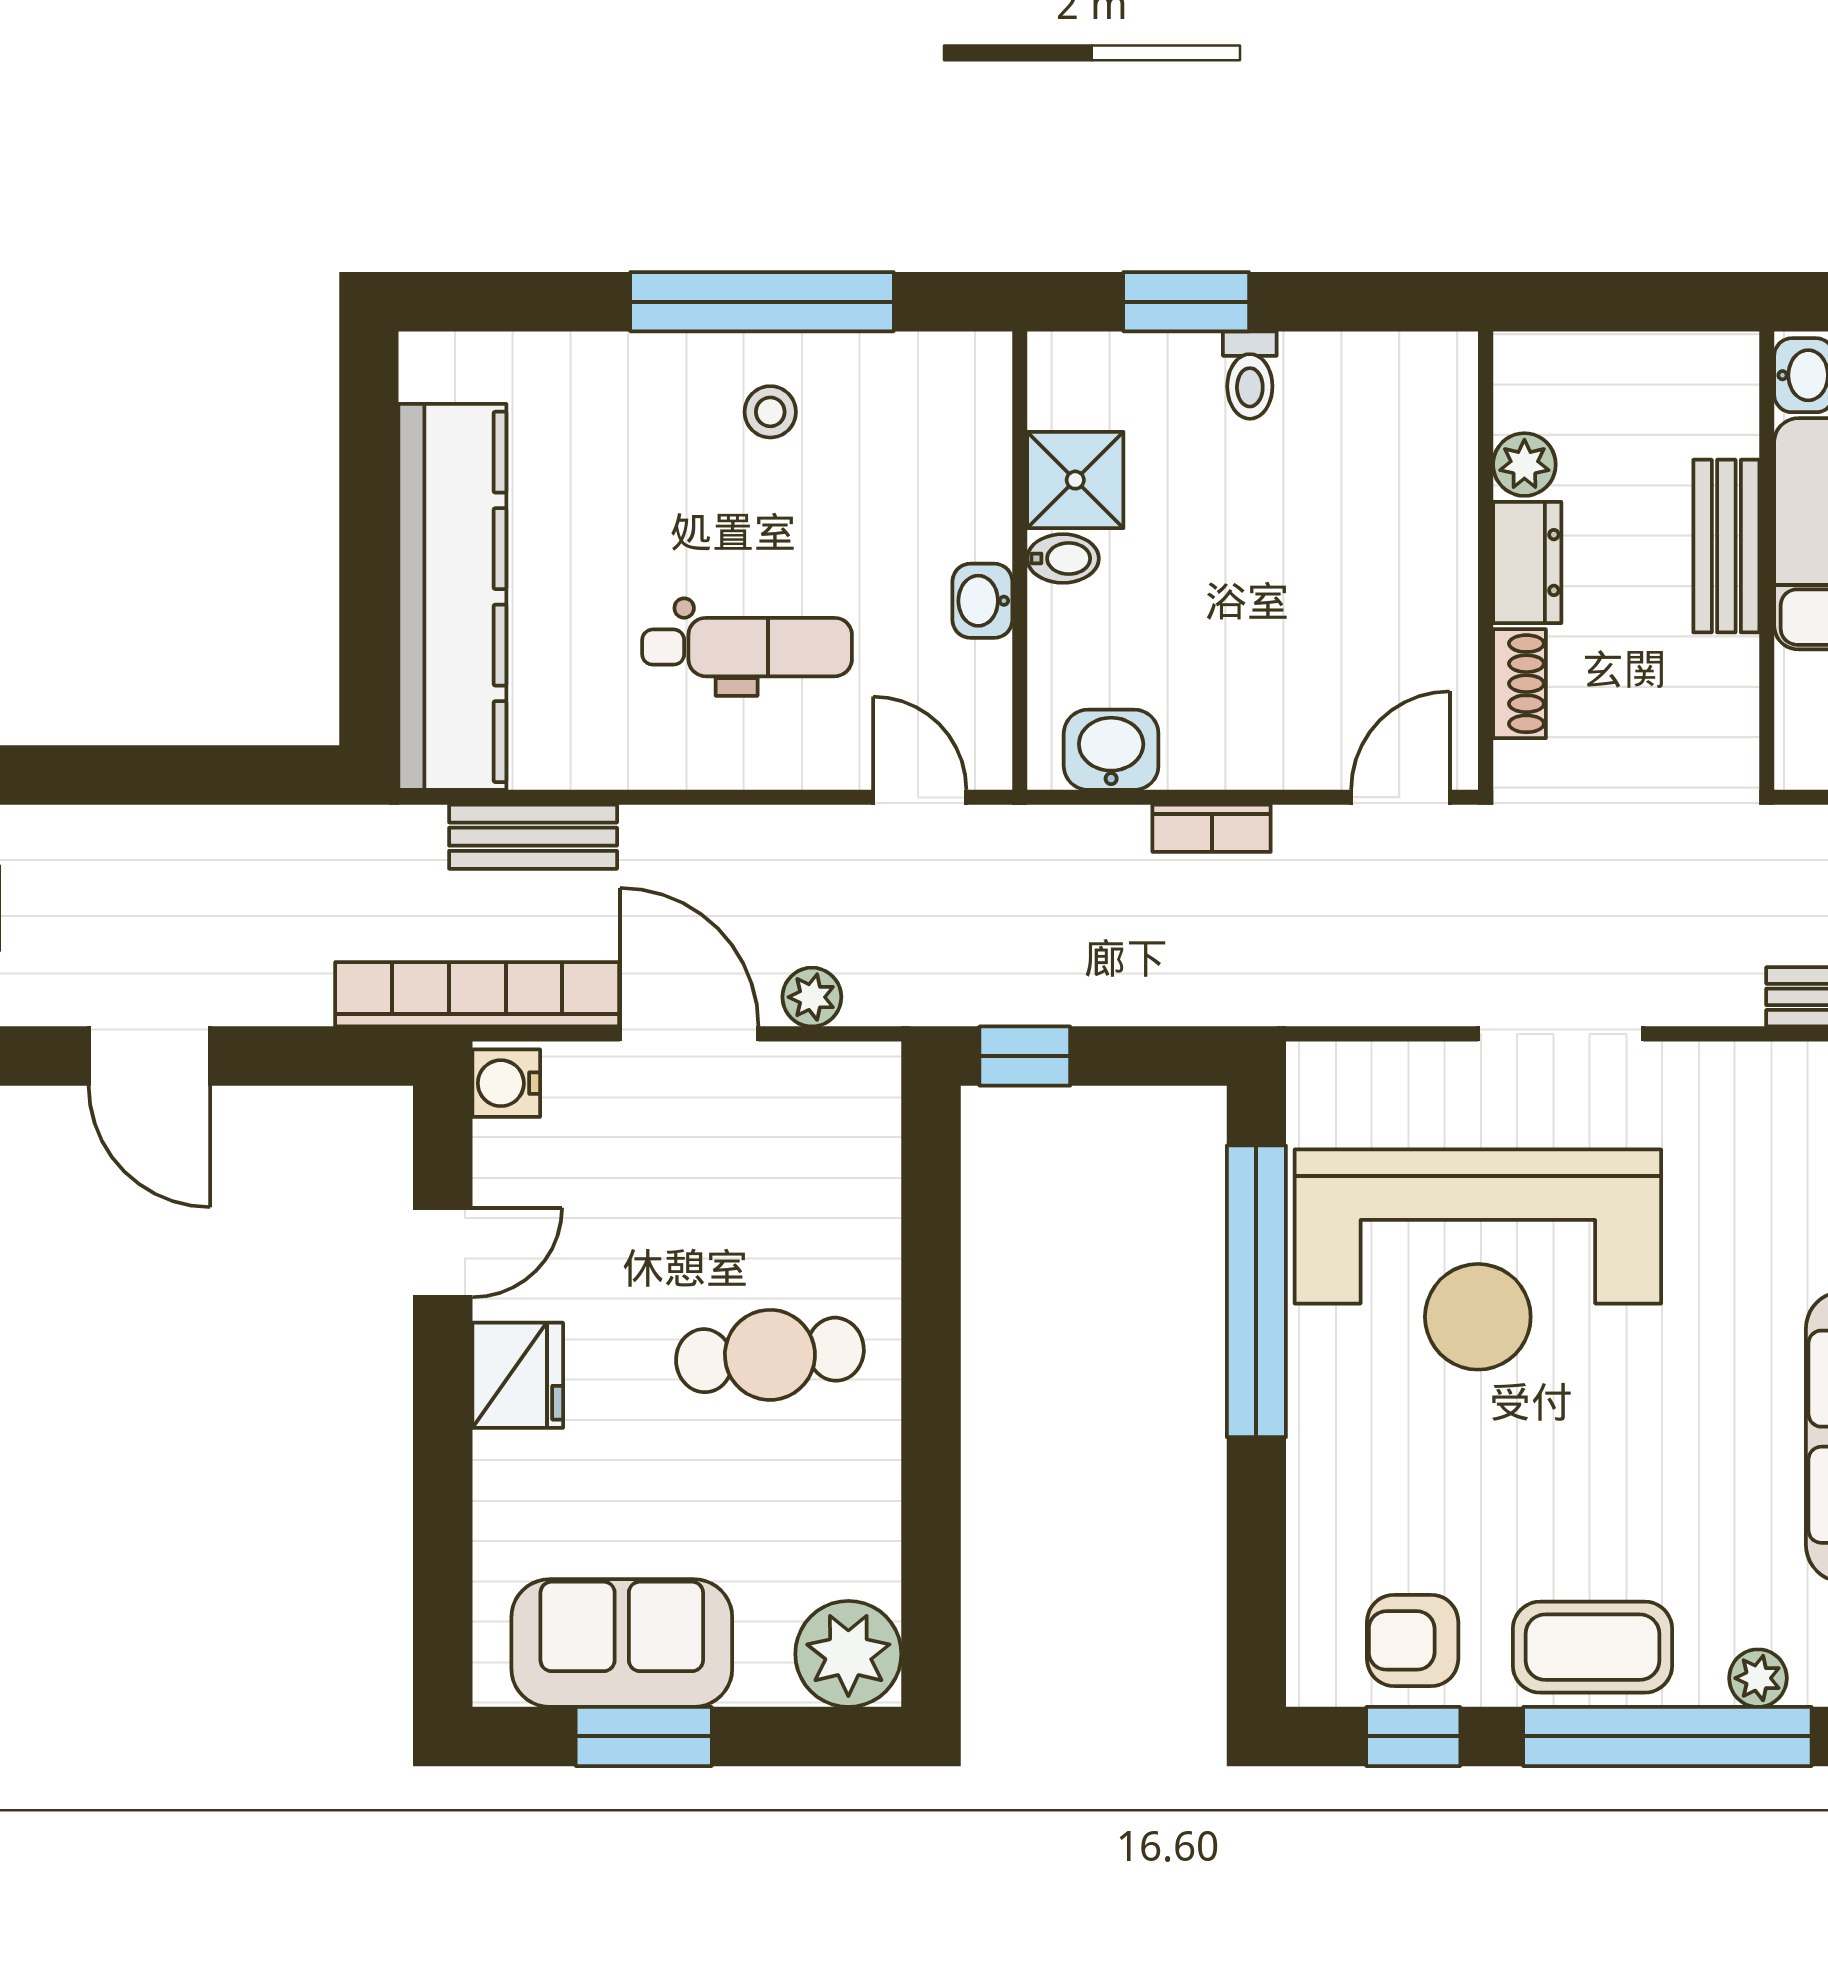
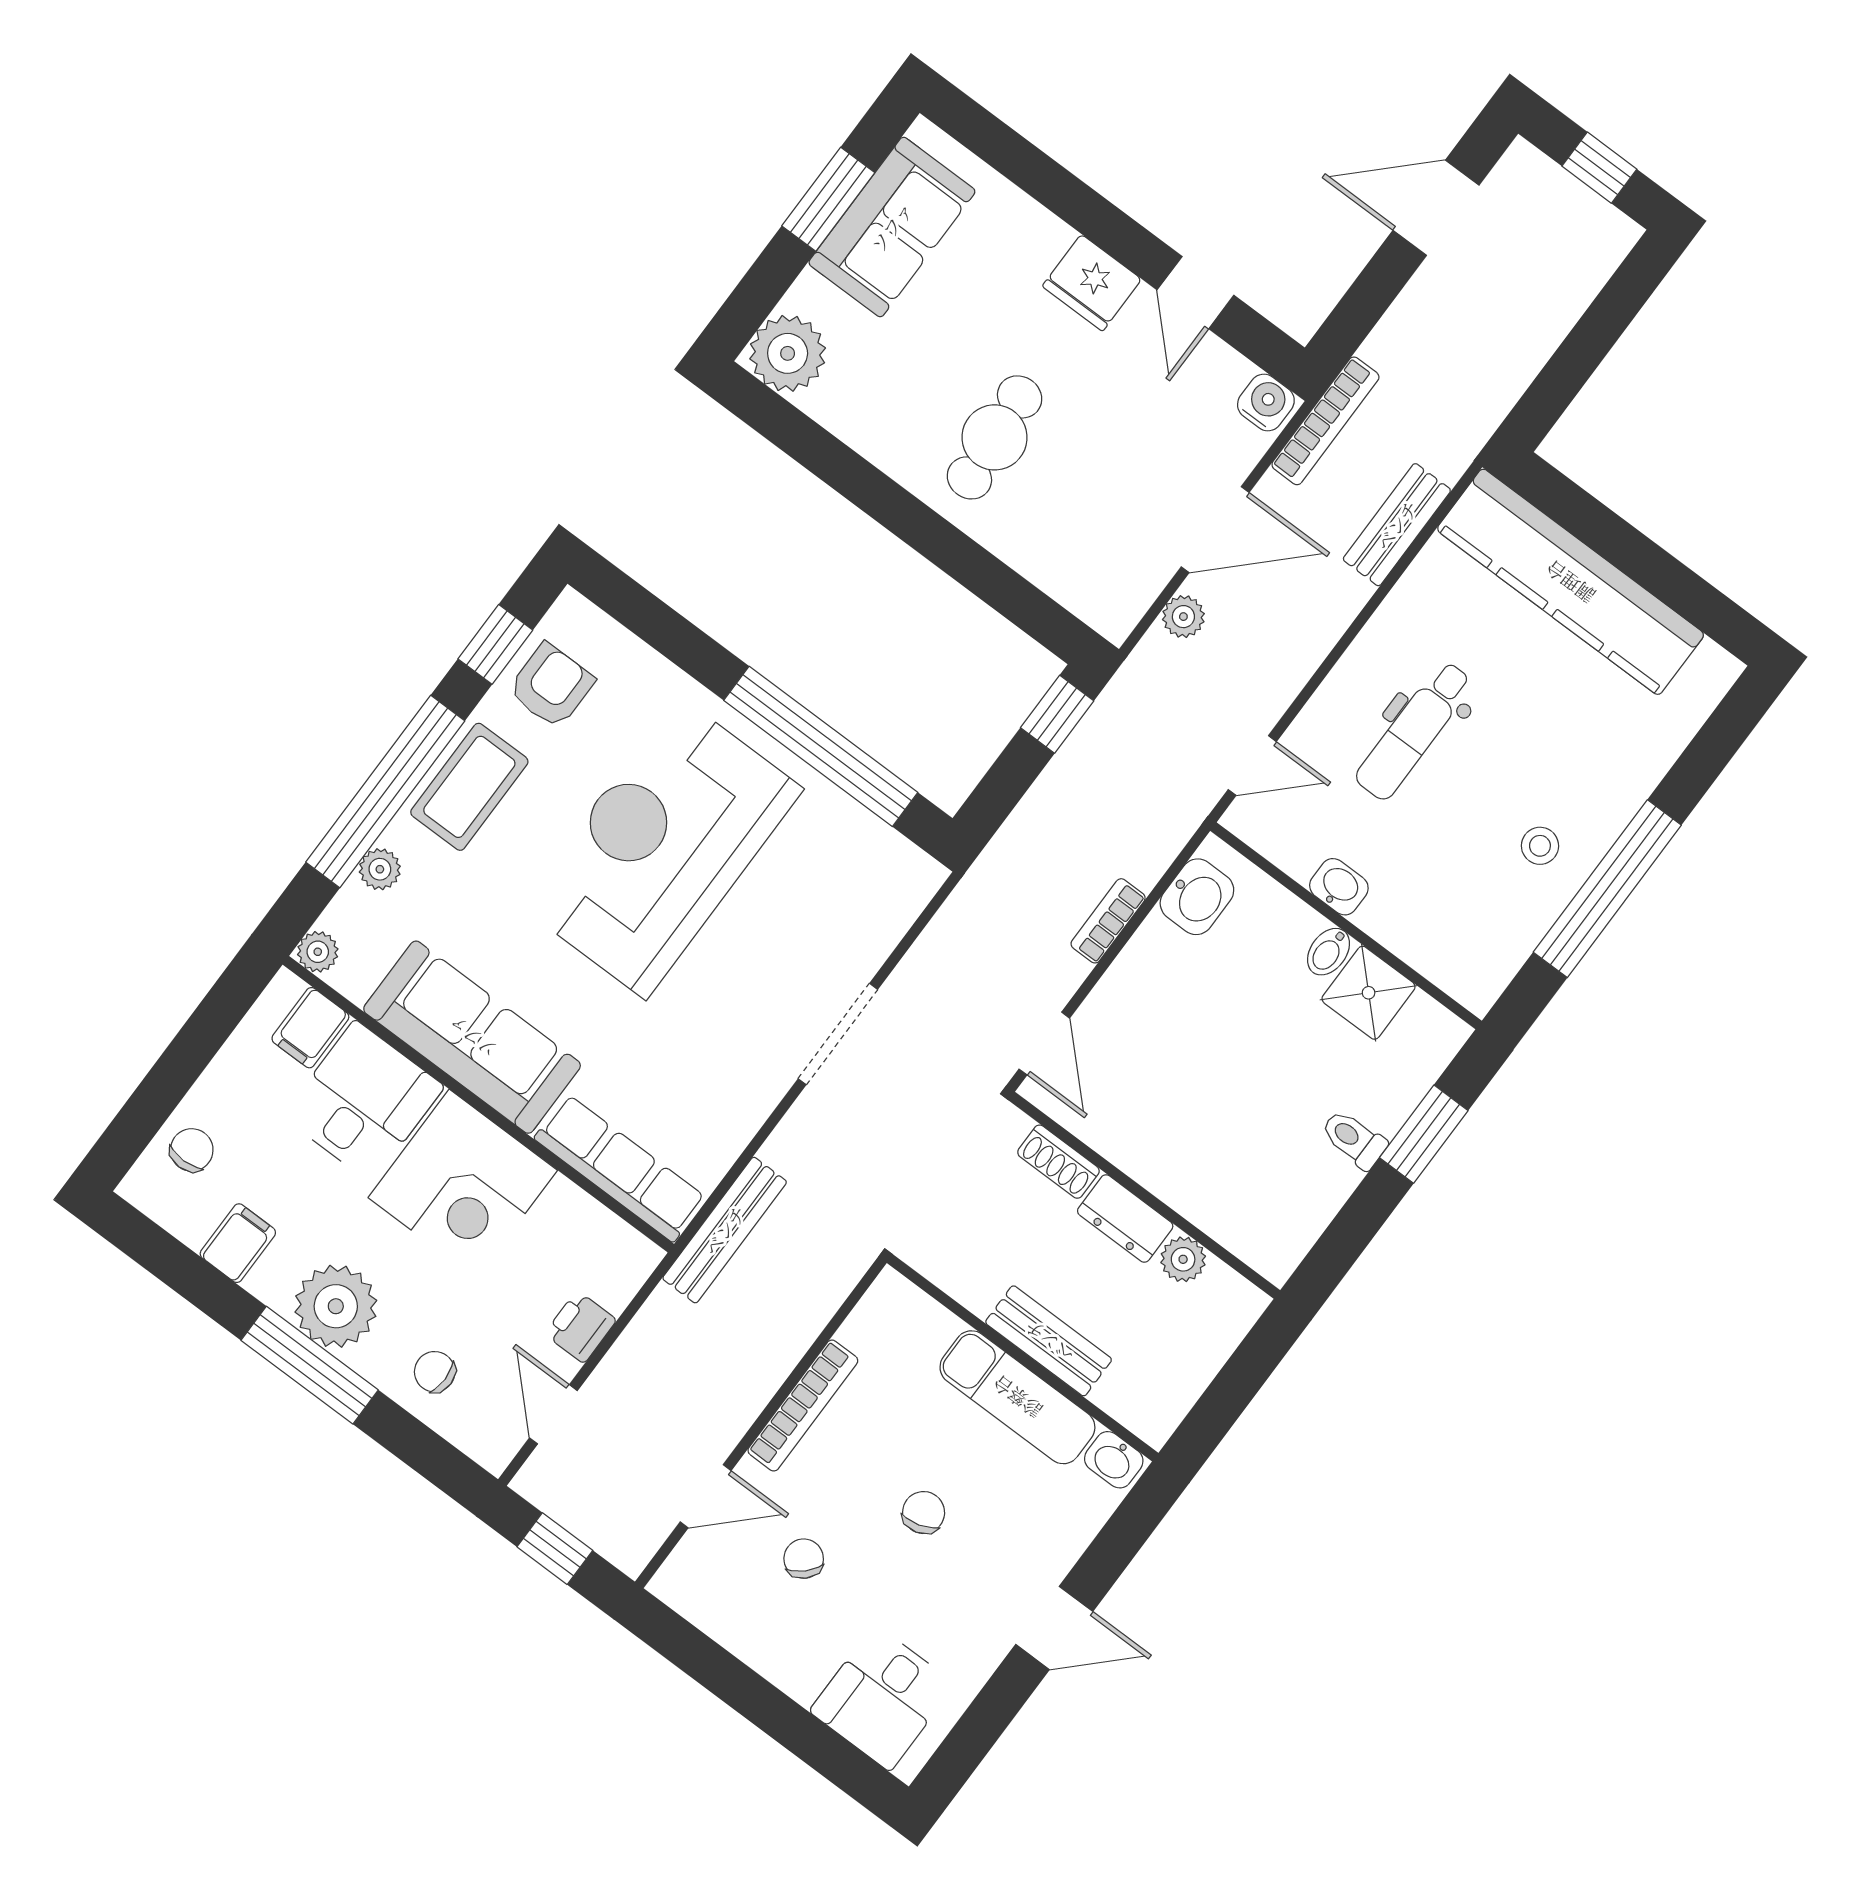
bookcase: (477, 994) -> (1325, 421), width x0.68, depth x0.76
reception desk: (1478, 1260) -> (662, 847), moved

